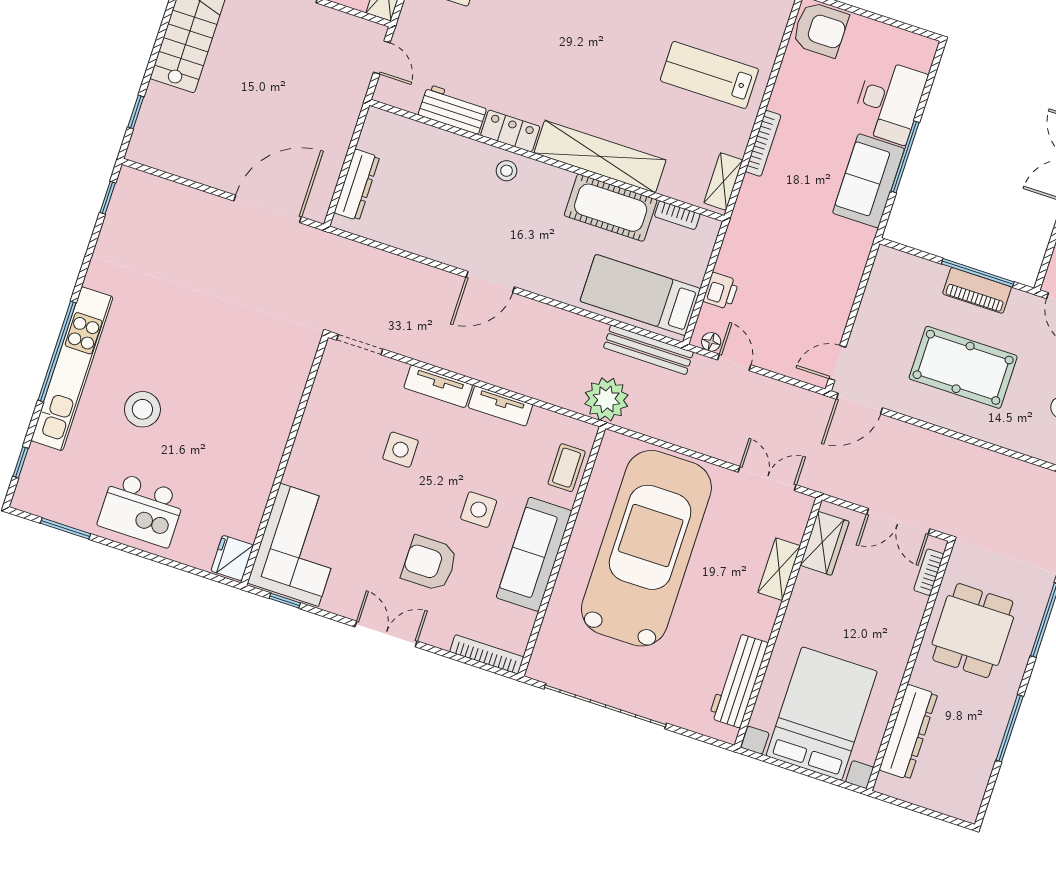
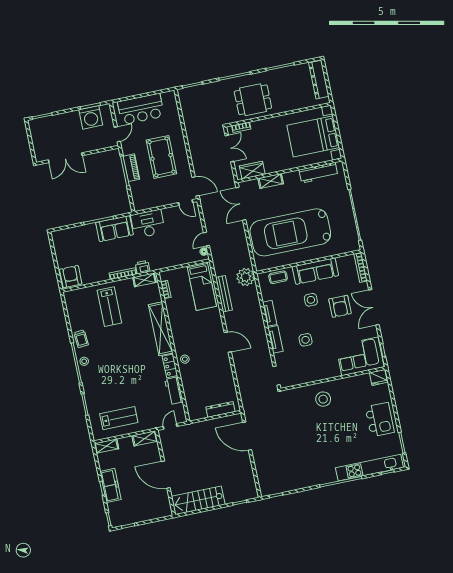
desk: (889, 101) -> (148, 224), moved
cot: (611, 208) -> (177, 315), removed
printer: (721, 291) -> (143, 267), moved
bench: (648, 350) -> (224, 294), moved
kitchen unit: (72, 369) -> (369, 468), moved
stool: (142, 409) -> (323, 399), moved
double door: (767, 478) -> (241, 204), width x1.37
double door: (386, 634) -> (374, 307), width x1.37
dresser: (908, 732) -> (319, 80), moved, turned -90

